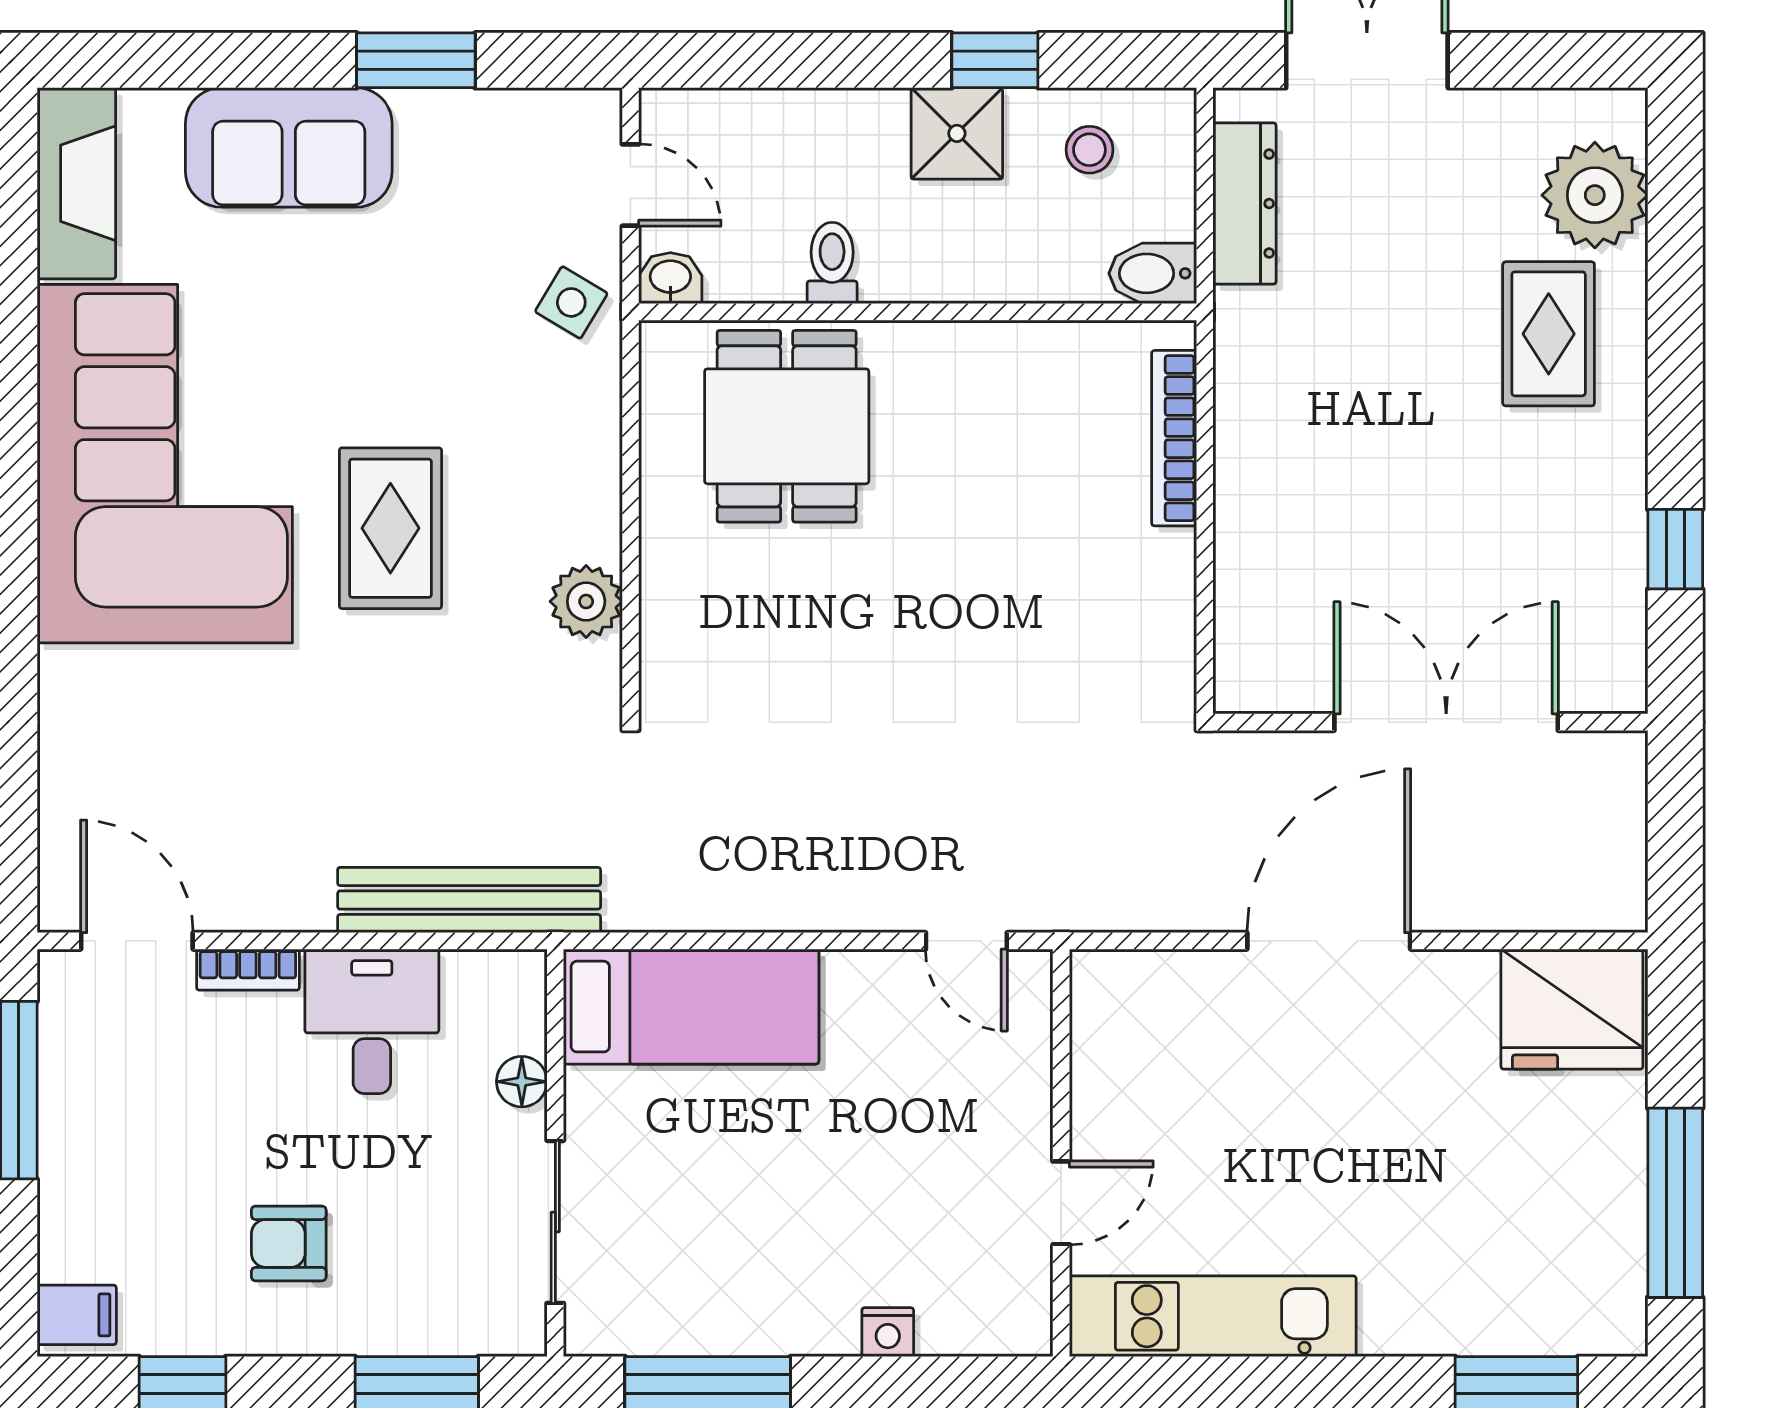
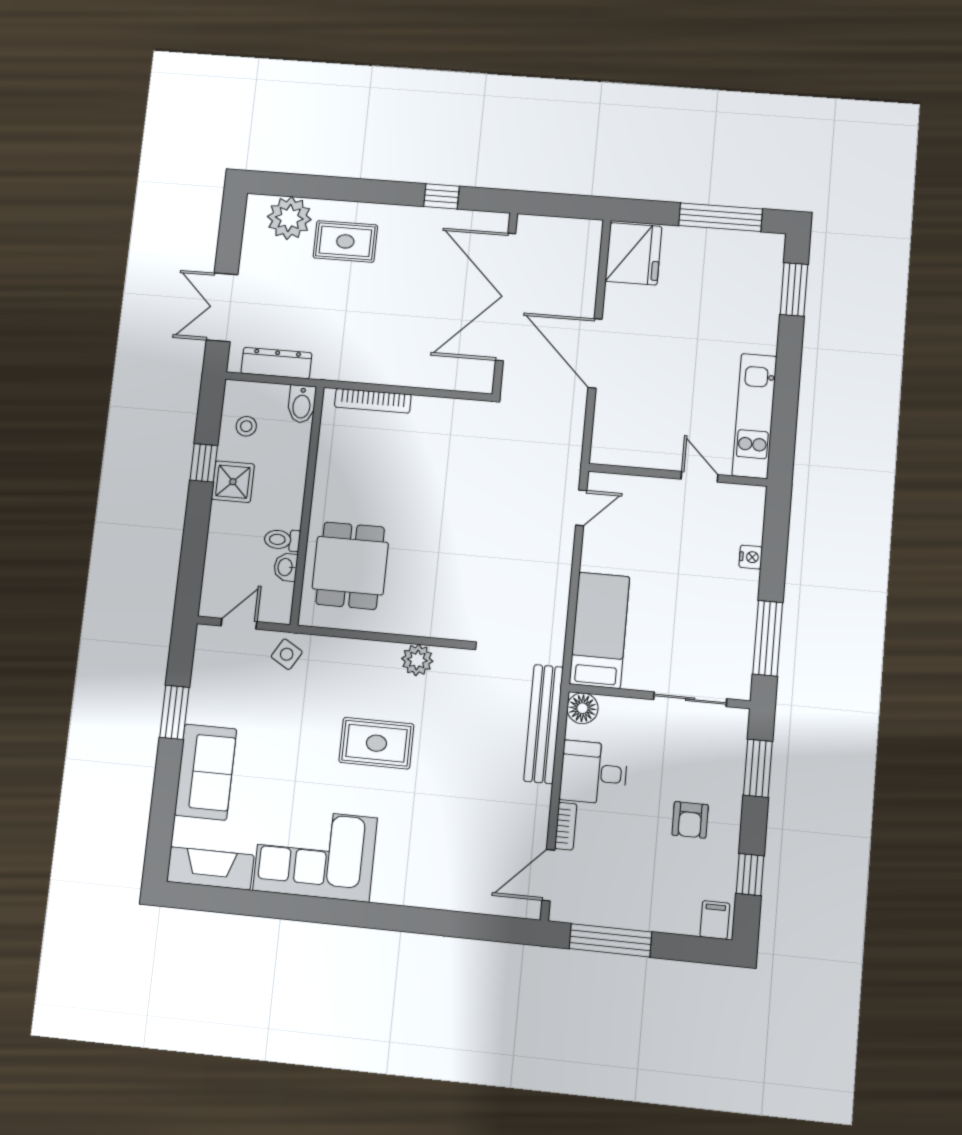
washbasin: (670, 278) -> (286, 567), moved
dining table: (787, 426) -> (350, 566), turned 90
corner sofa: (165, 464) -> (315, 854), width x0.73, depth x0.74
double door: (1446, 722) -> (506, 297), width x1.36
floor lamp: (522, 1082) -> (582, 708), moved, width x1.37, depth x1.37

